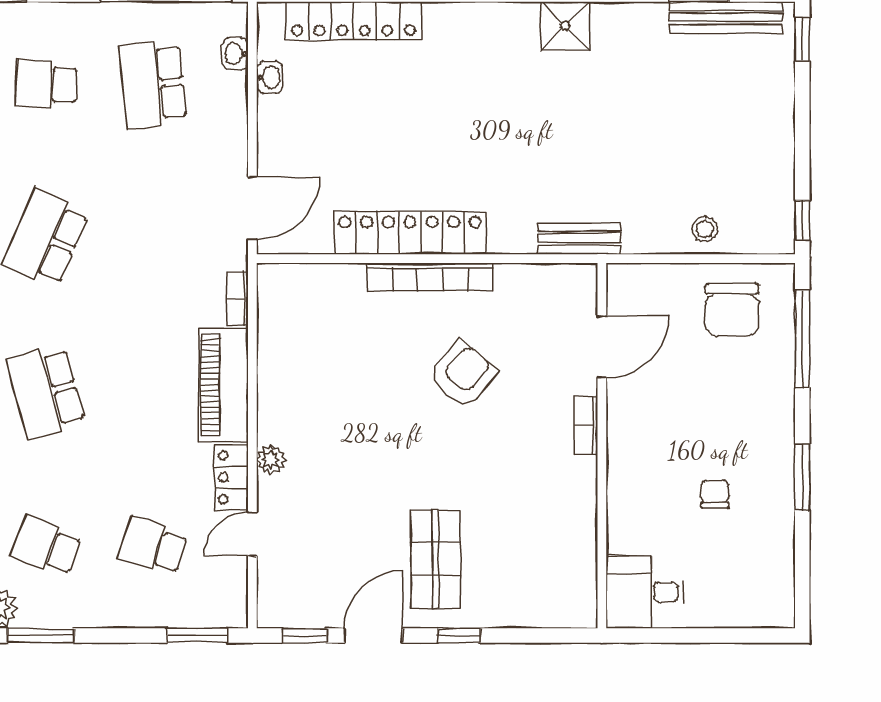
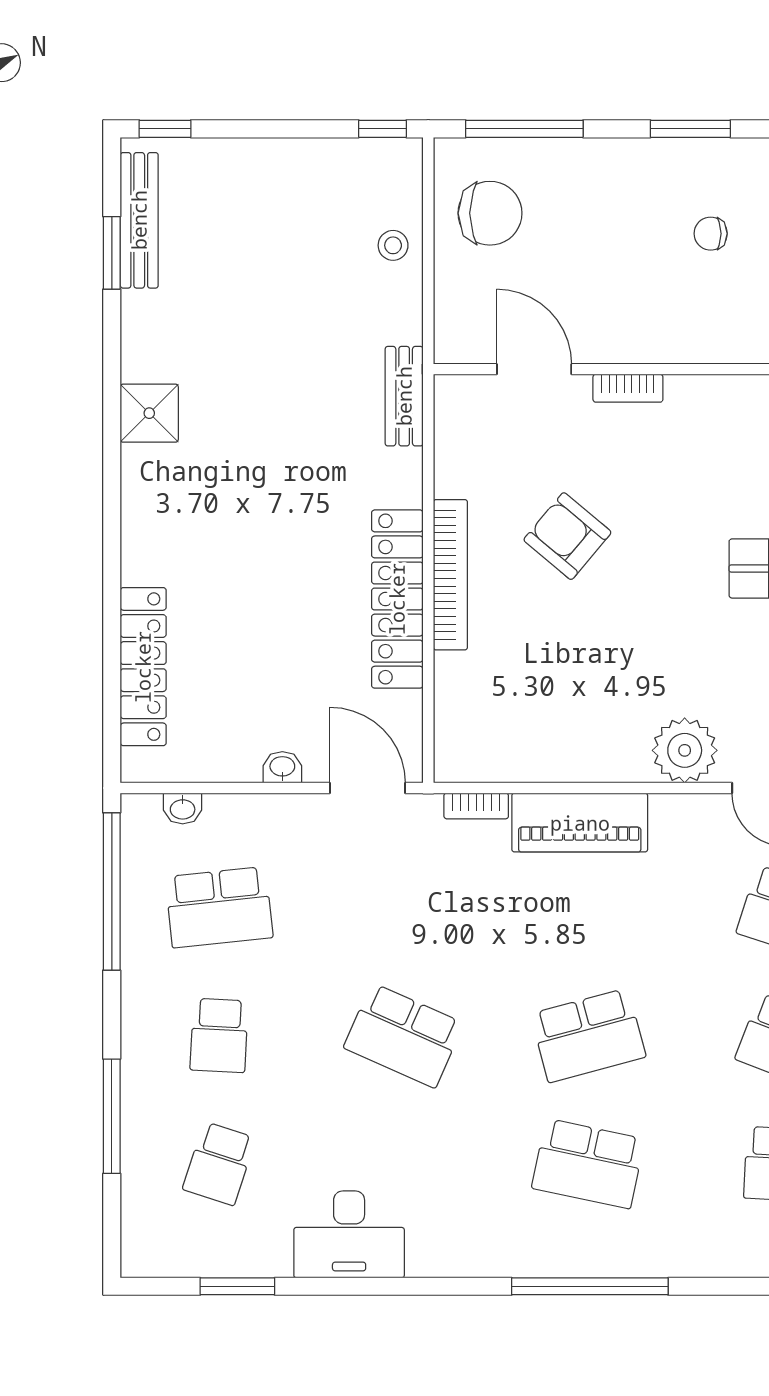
washbasin: (270, 77) -> (282, 767), moved
plant: (271, 460) -> (685, 750), width x1.88, depth x1.88
locker: (232, 477) -> (690, 813), removed

